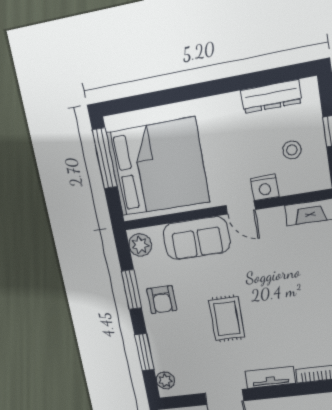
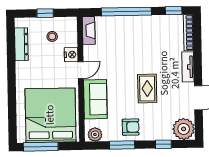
rug: (227, 319) -> (147, 88), turned 90
window: (144, 352) -> (163, 144), width x0.67
plant: (165, 381) -> (184, 129), width x1.88, depth x1.88

